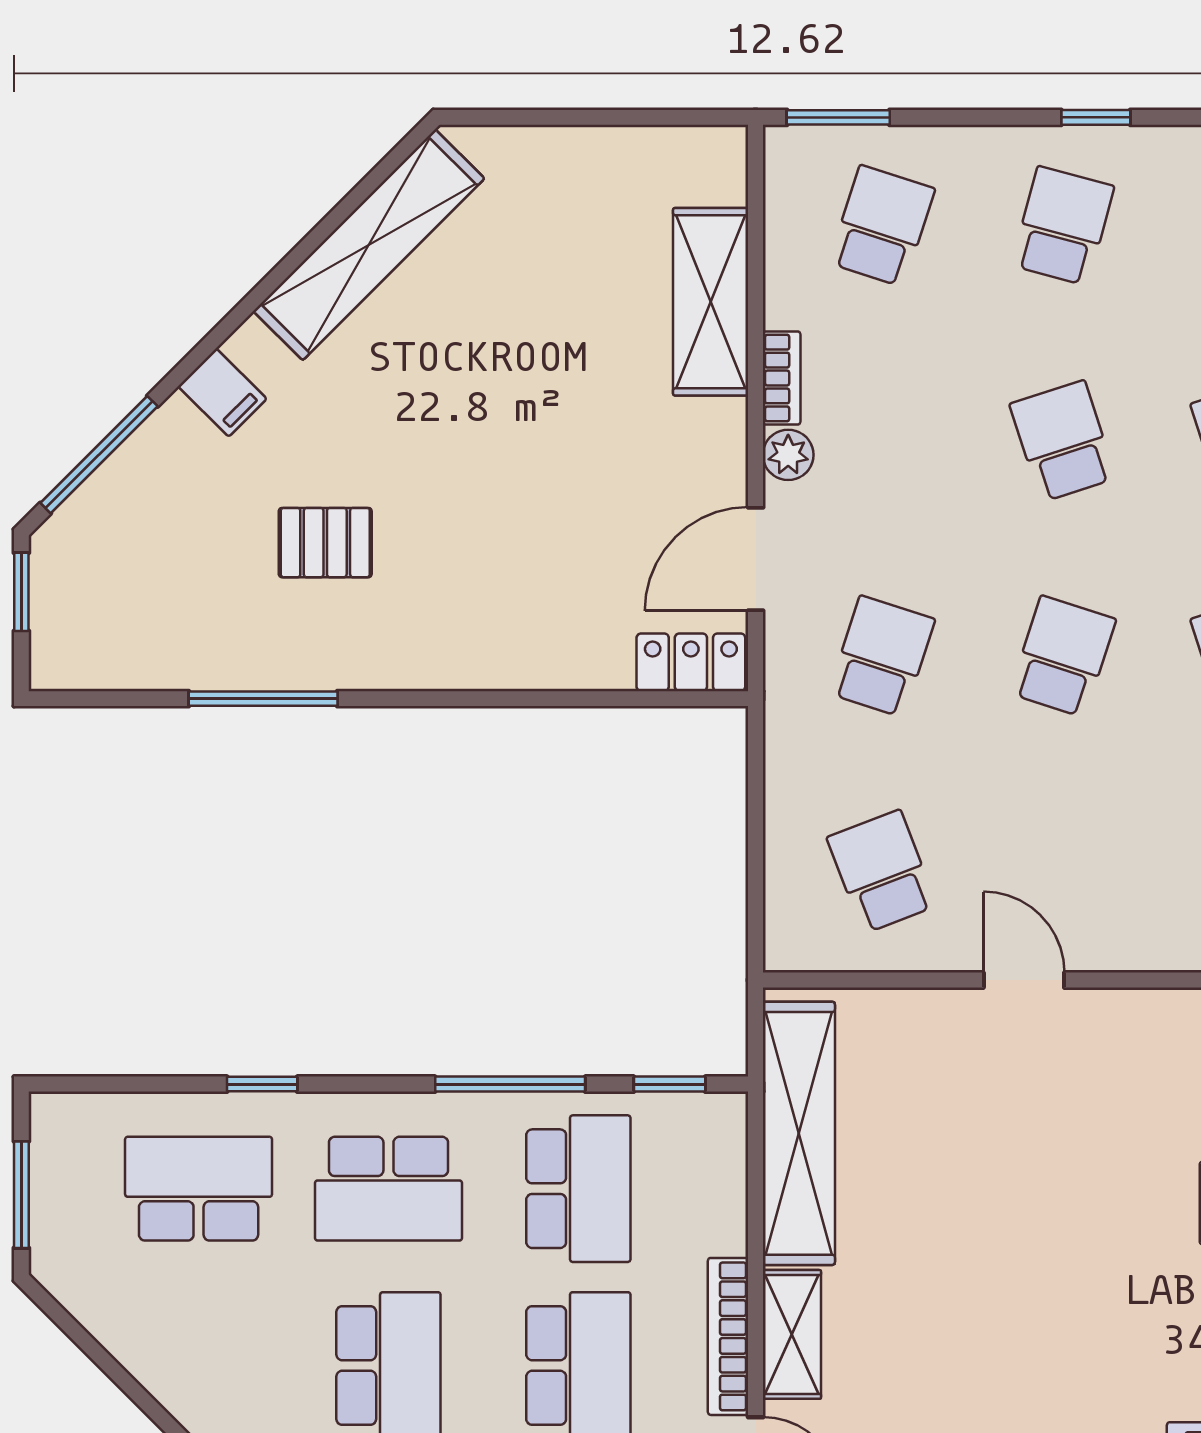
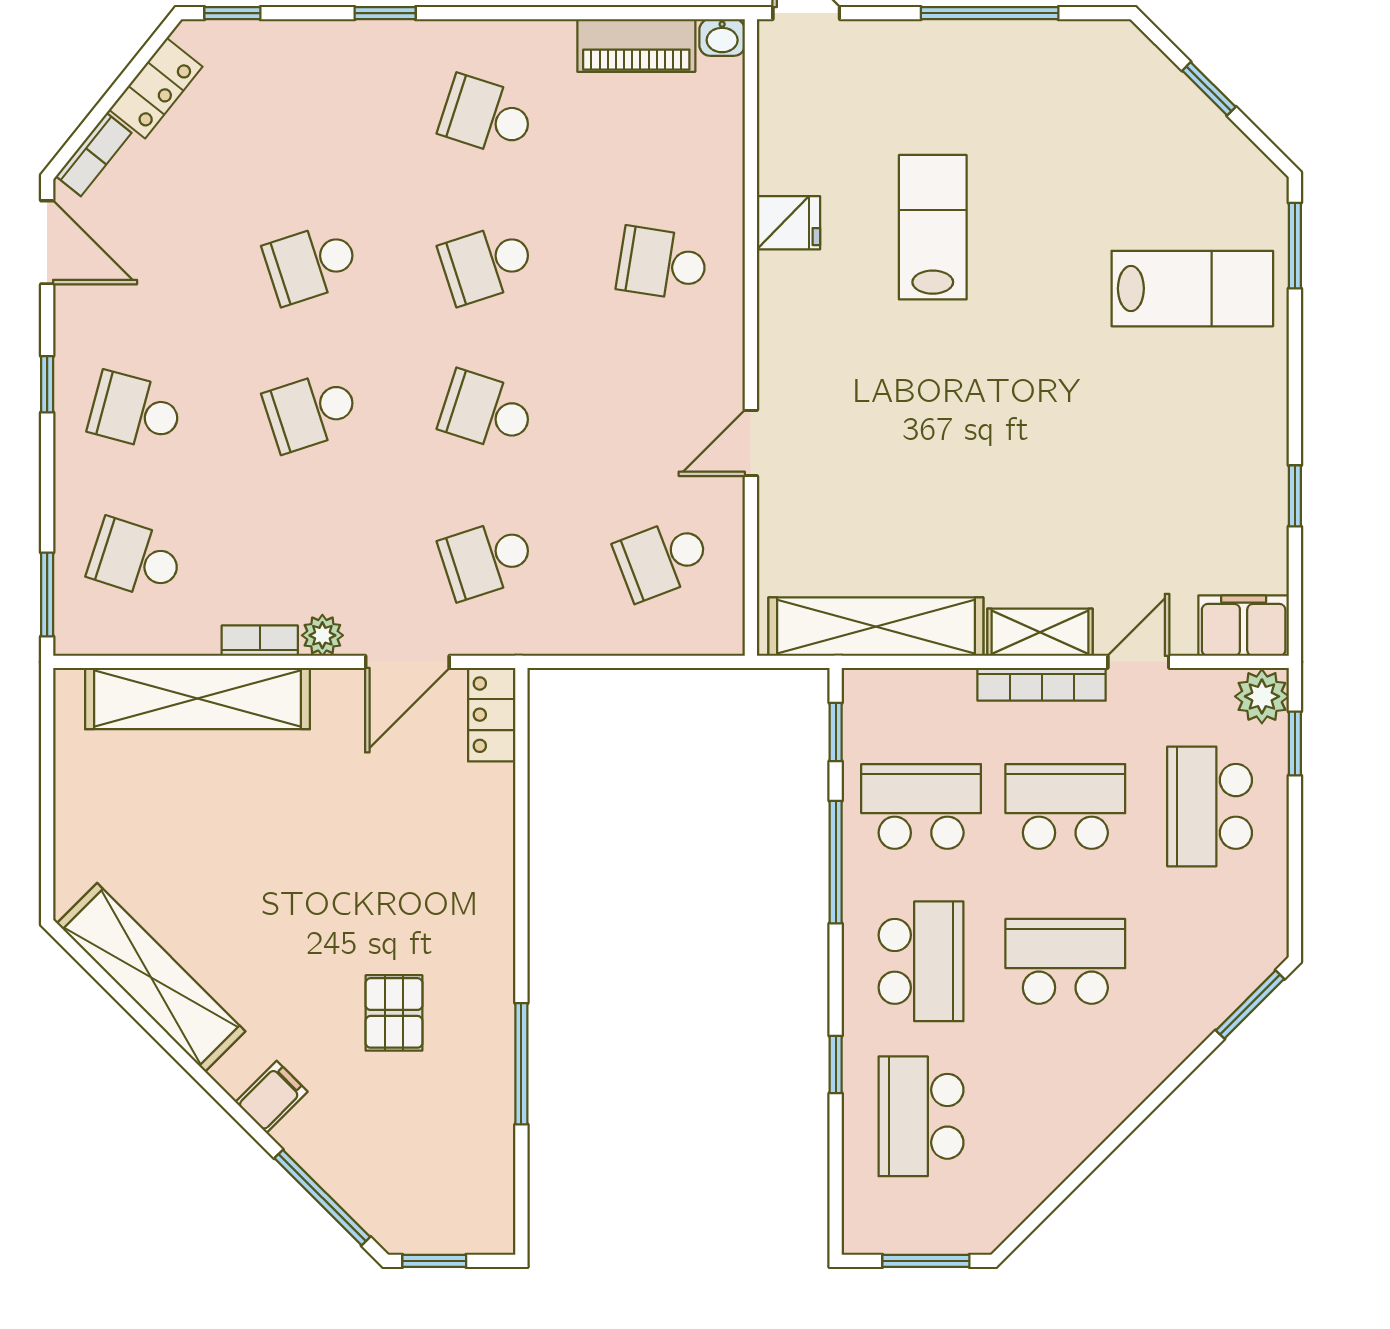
shelving: (711, 302) -> (198, 699), width x1.47
door: (756, 559) -> (407, 662), hinge flipped
school desk: (882, 656) -> (487, 559), turned -36

